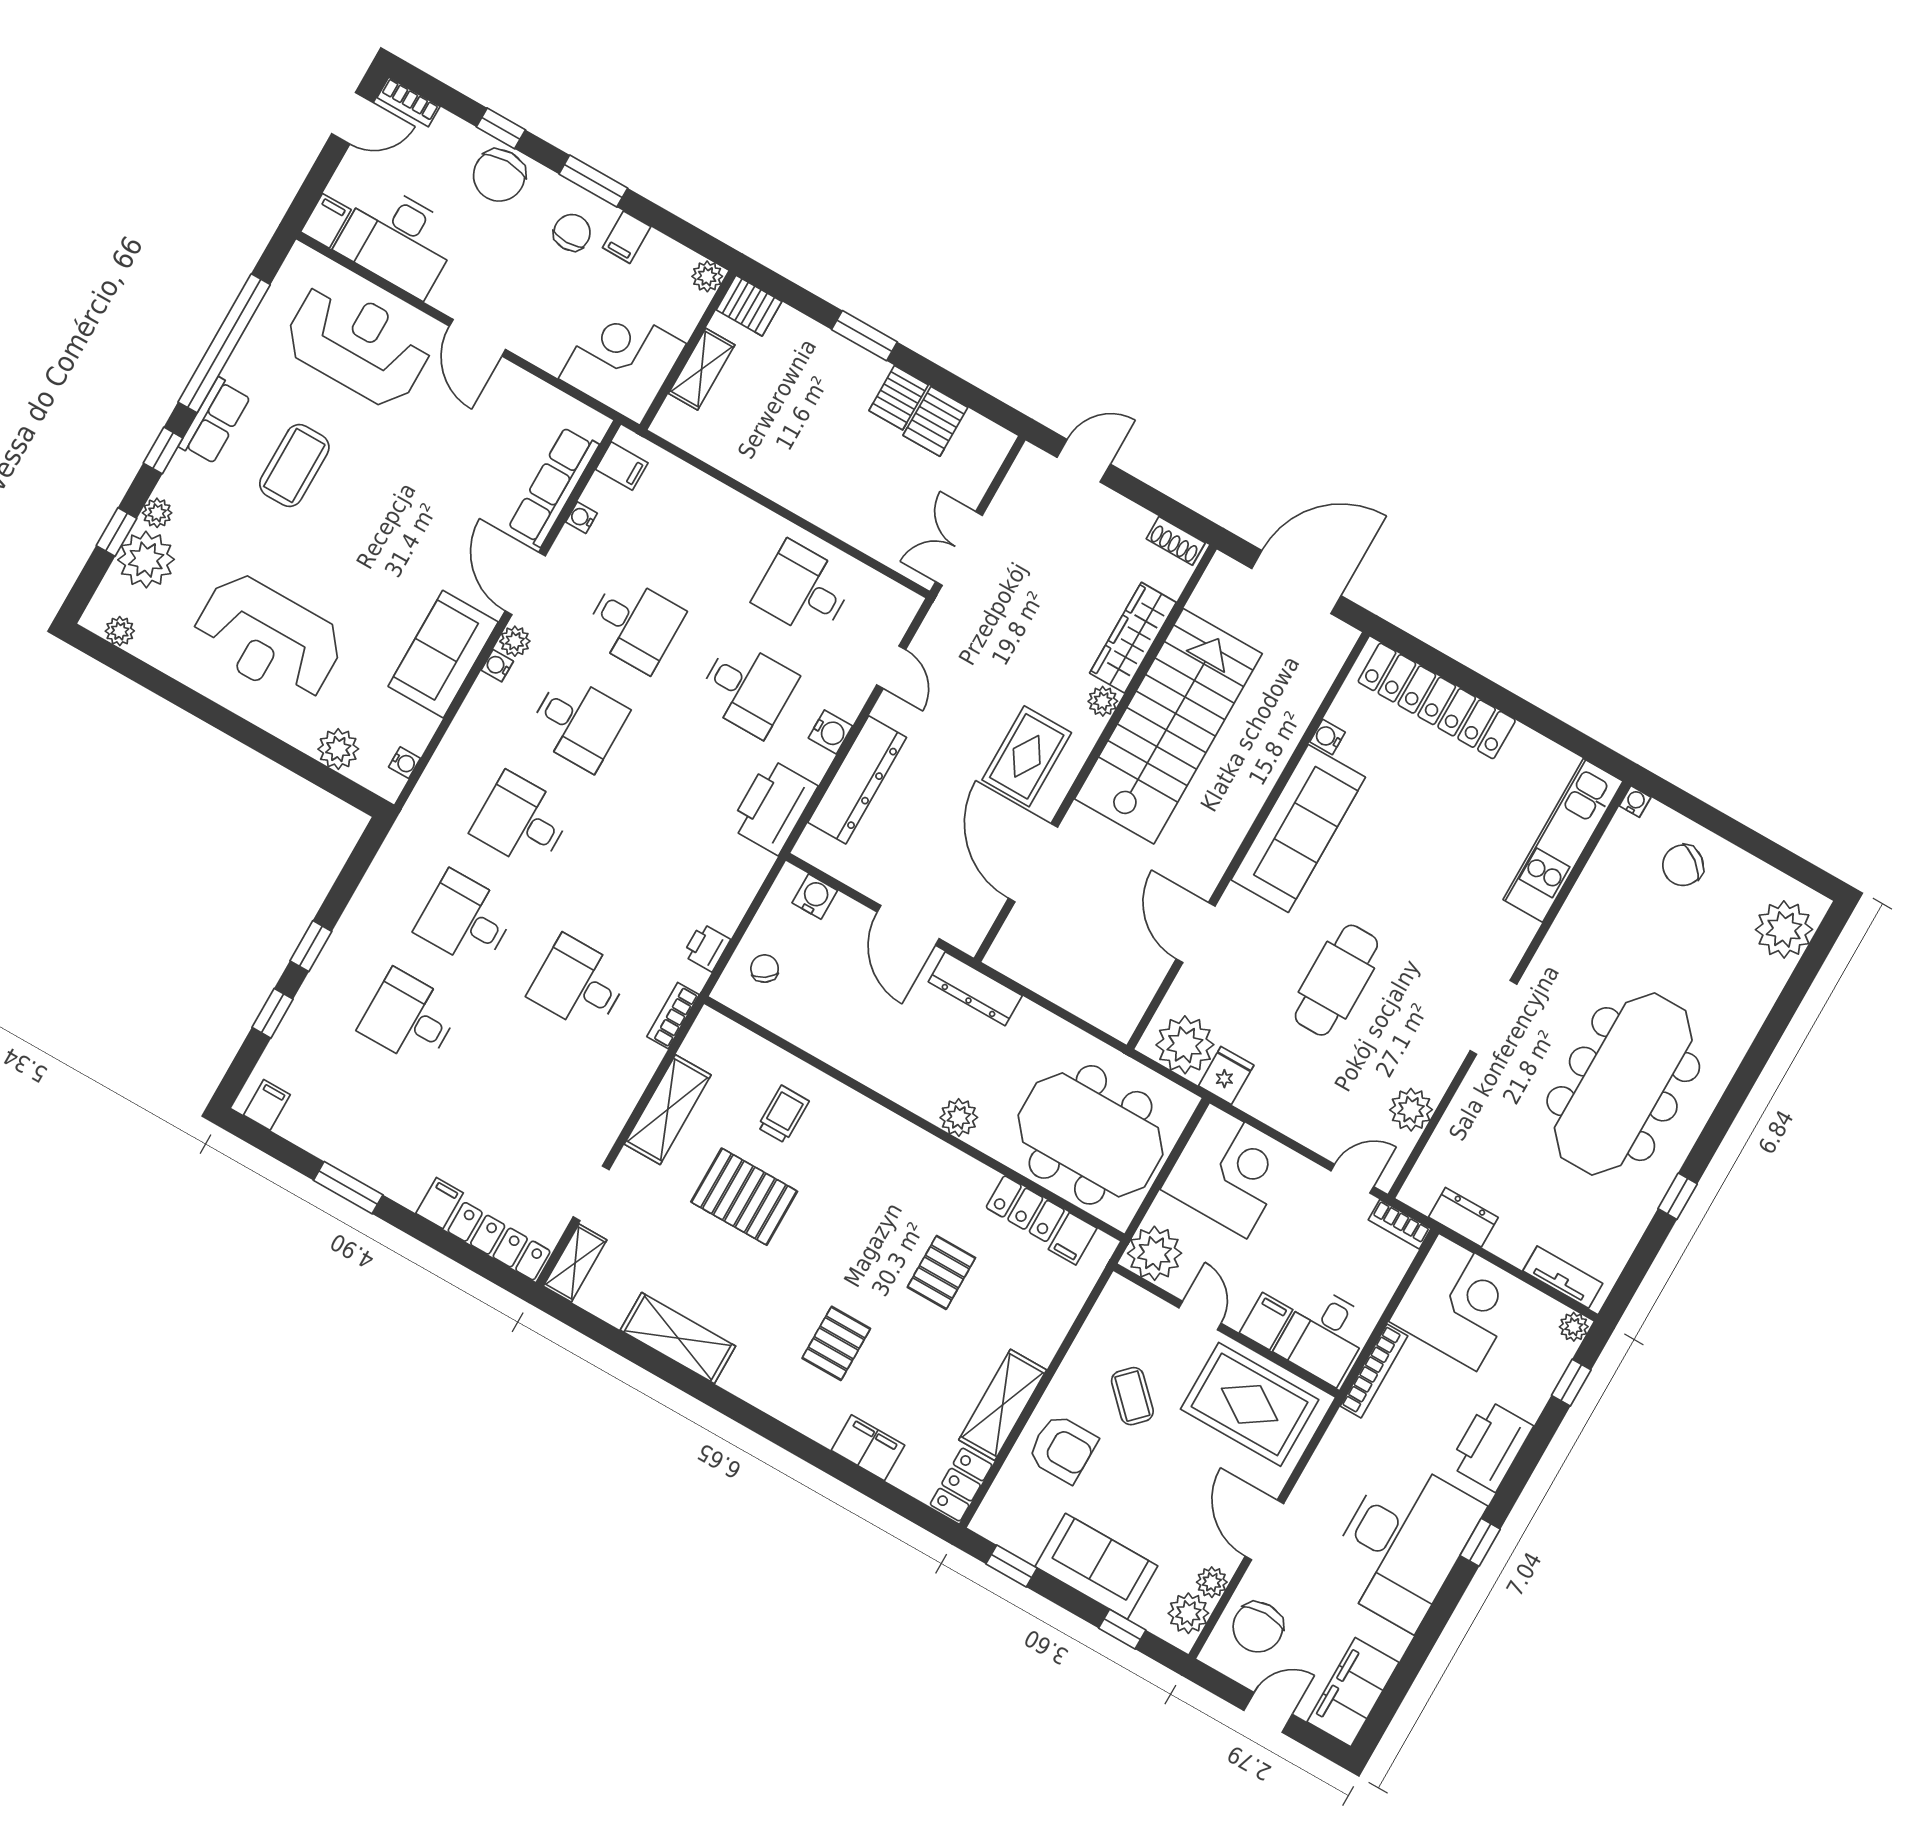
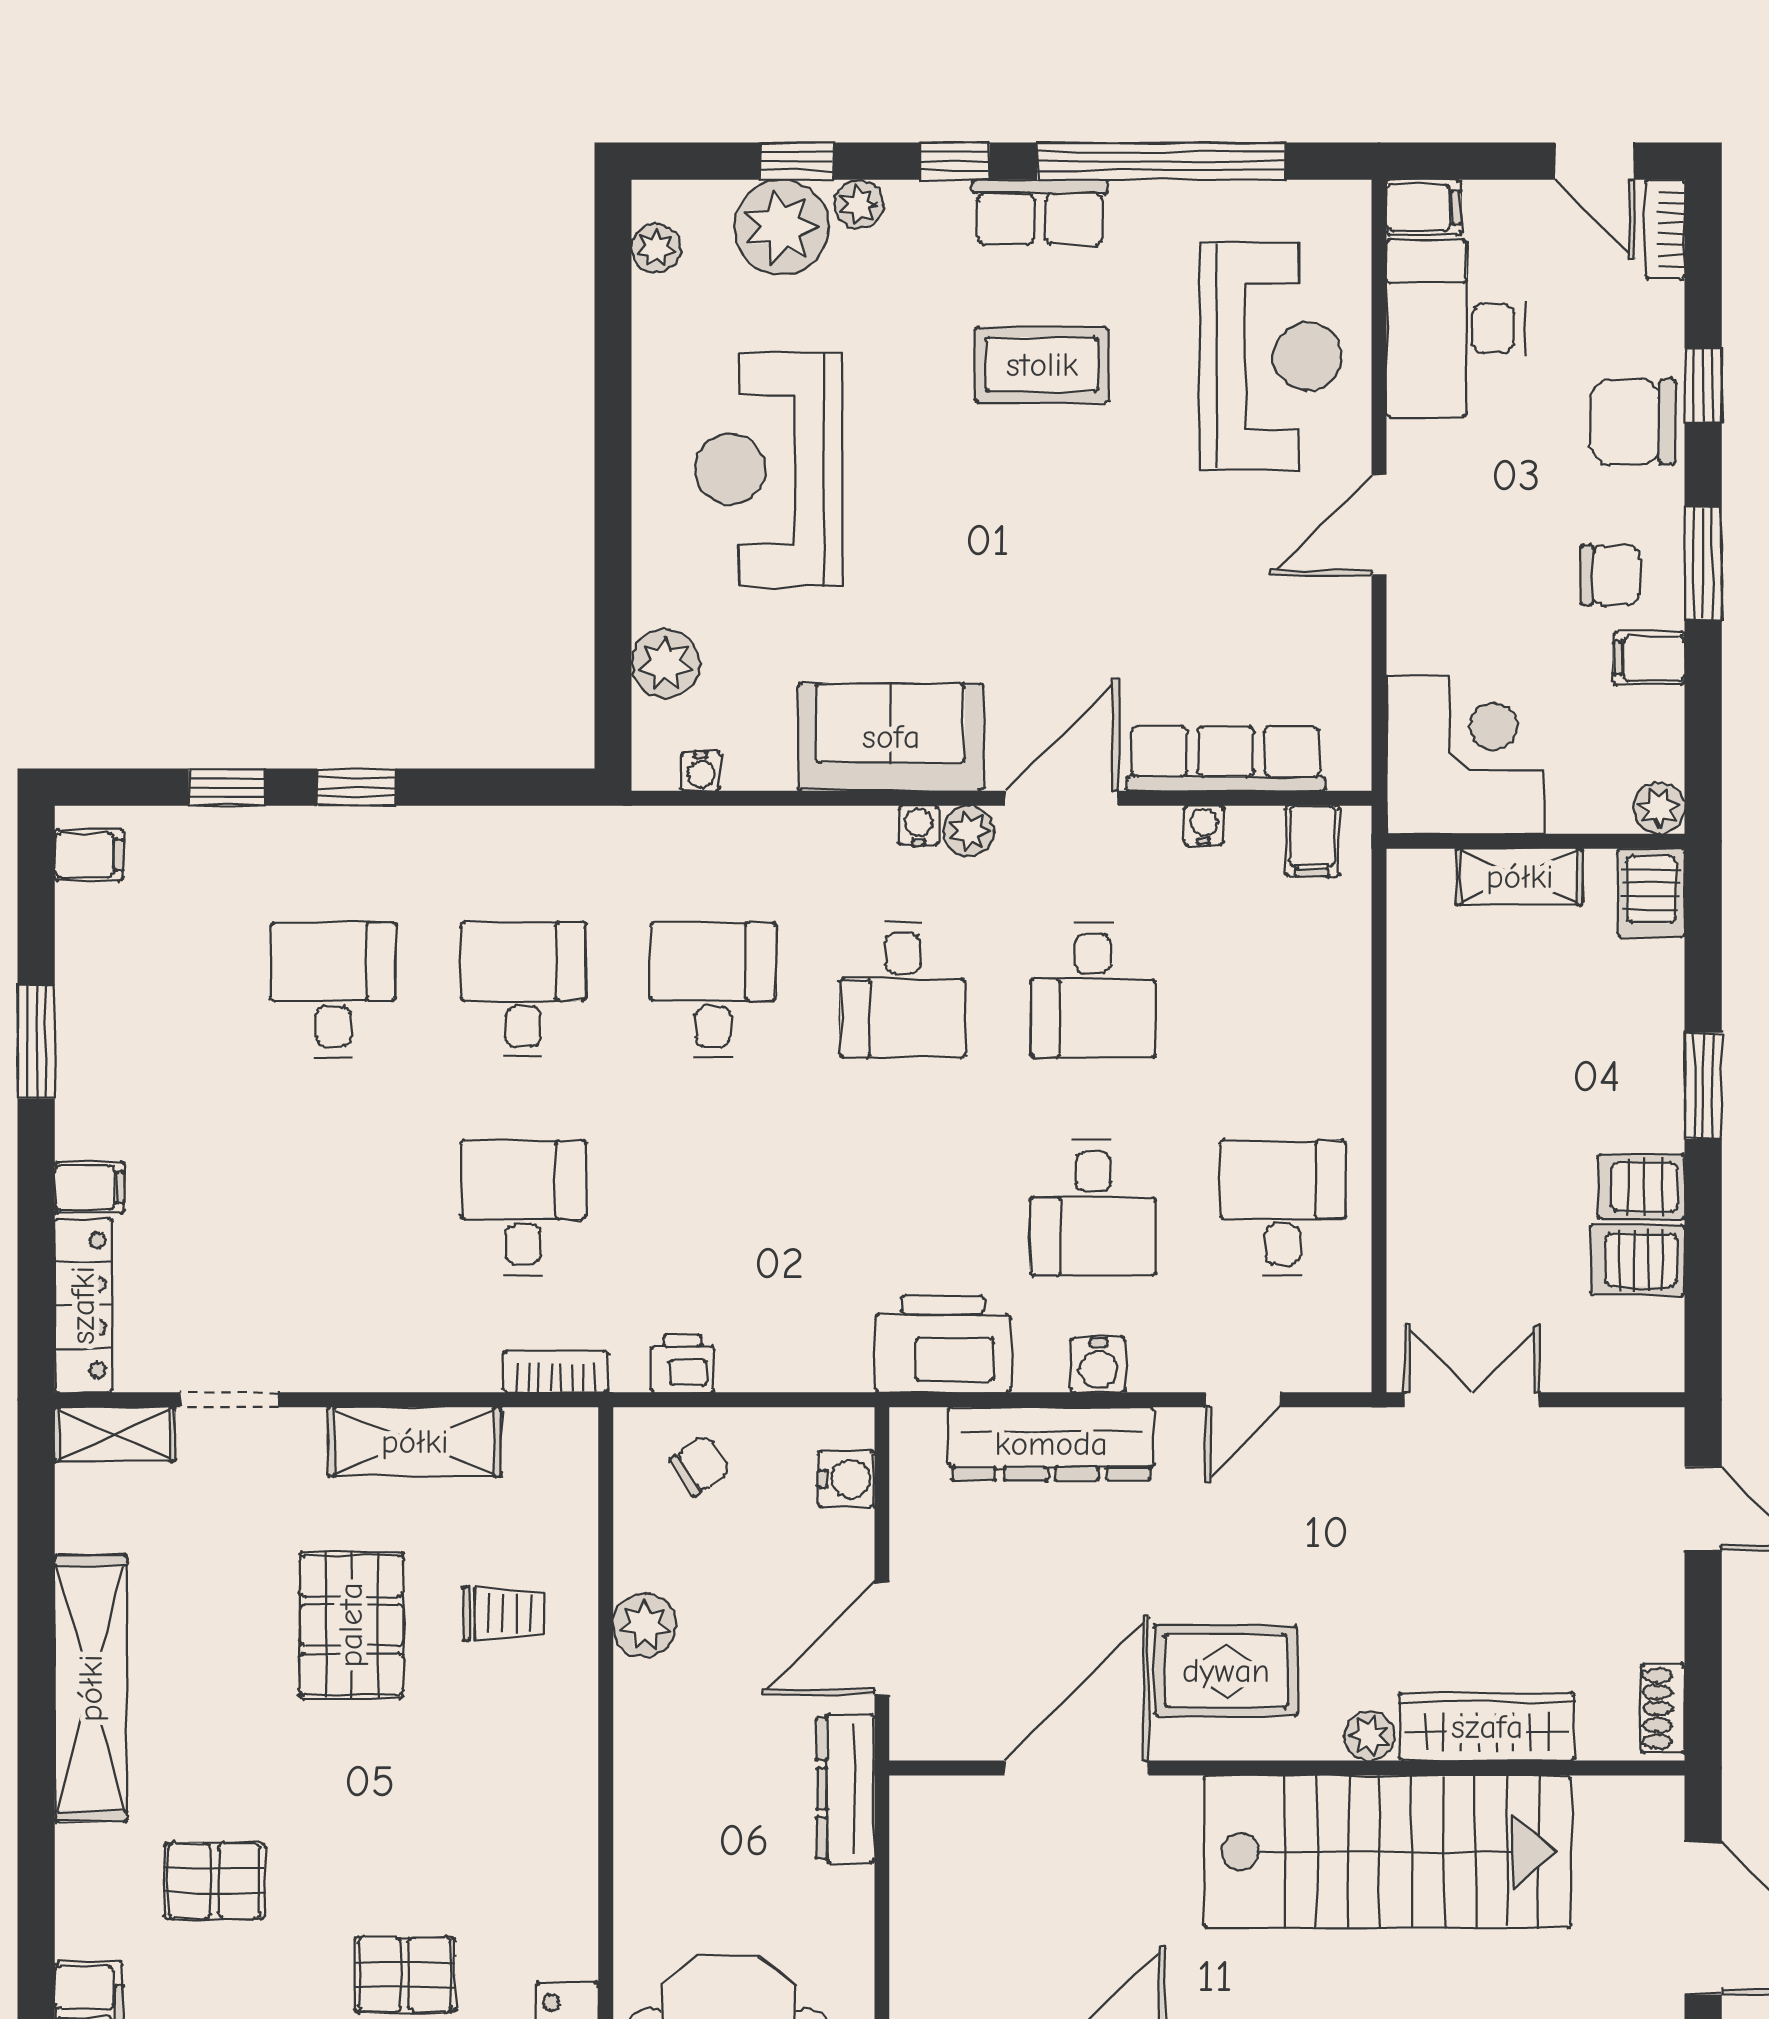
plant: (959, 1117) -> (645, 1625), moved
shelving: (678, 1338) -> (91, 1688), width x1.47

